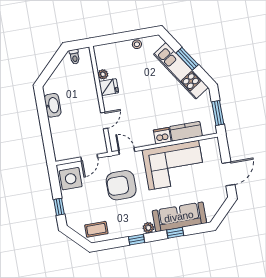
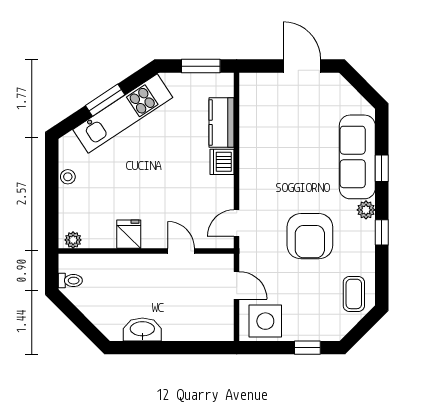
plant: (103, 74) -> (73, 240), moved
corner sofa: (174, 165) -> (273, 152), removed
armchair: (121, 185) -> (310, 236), moved

